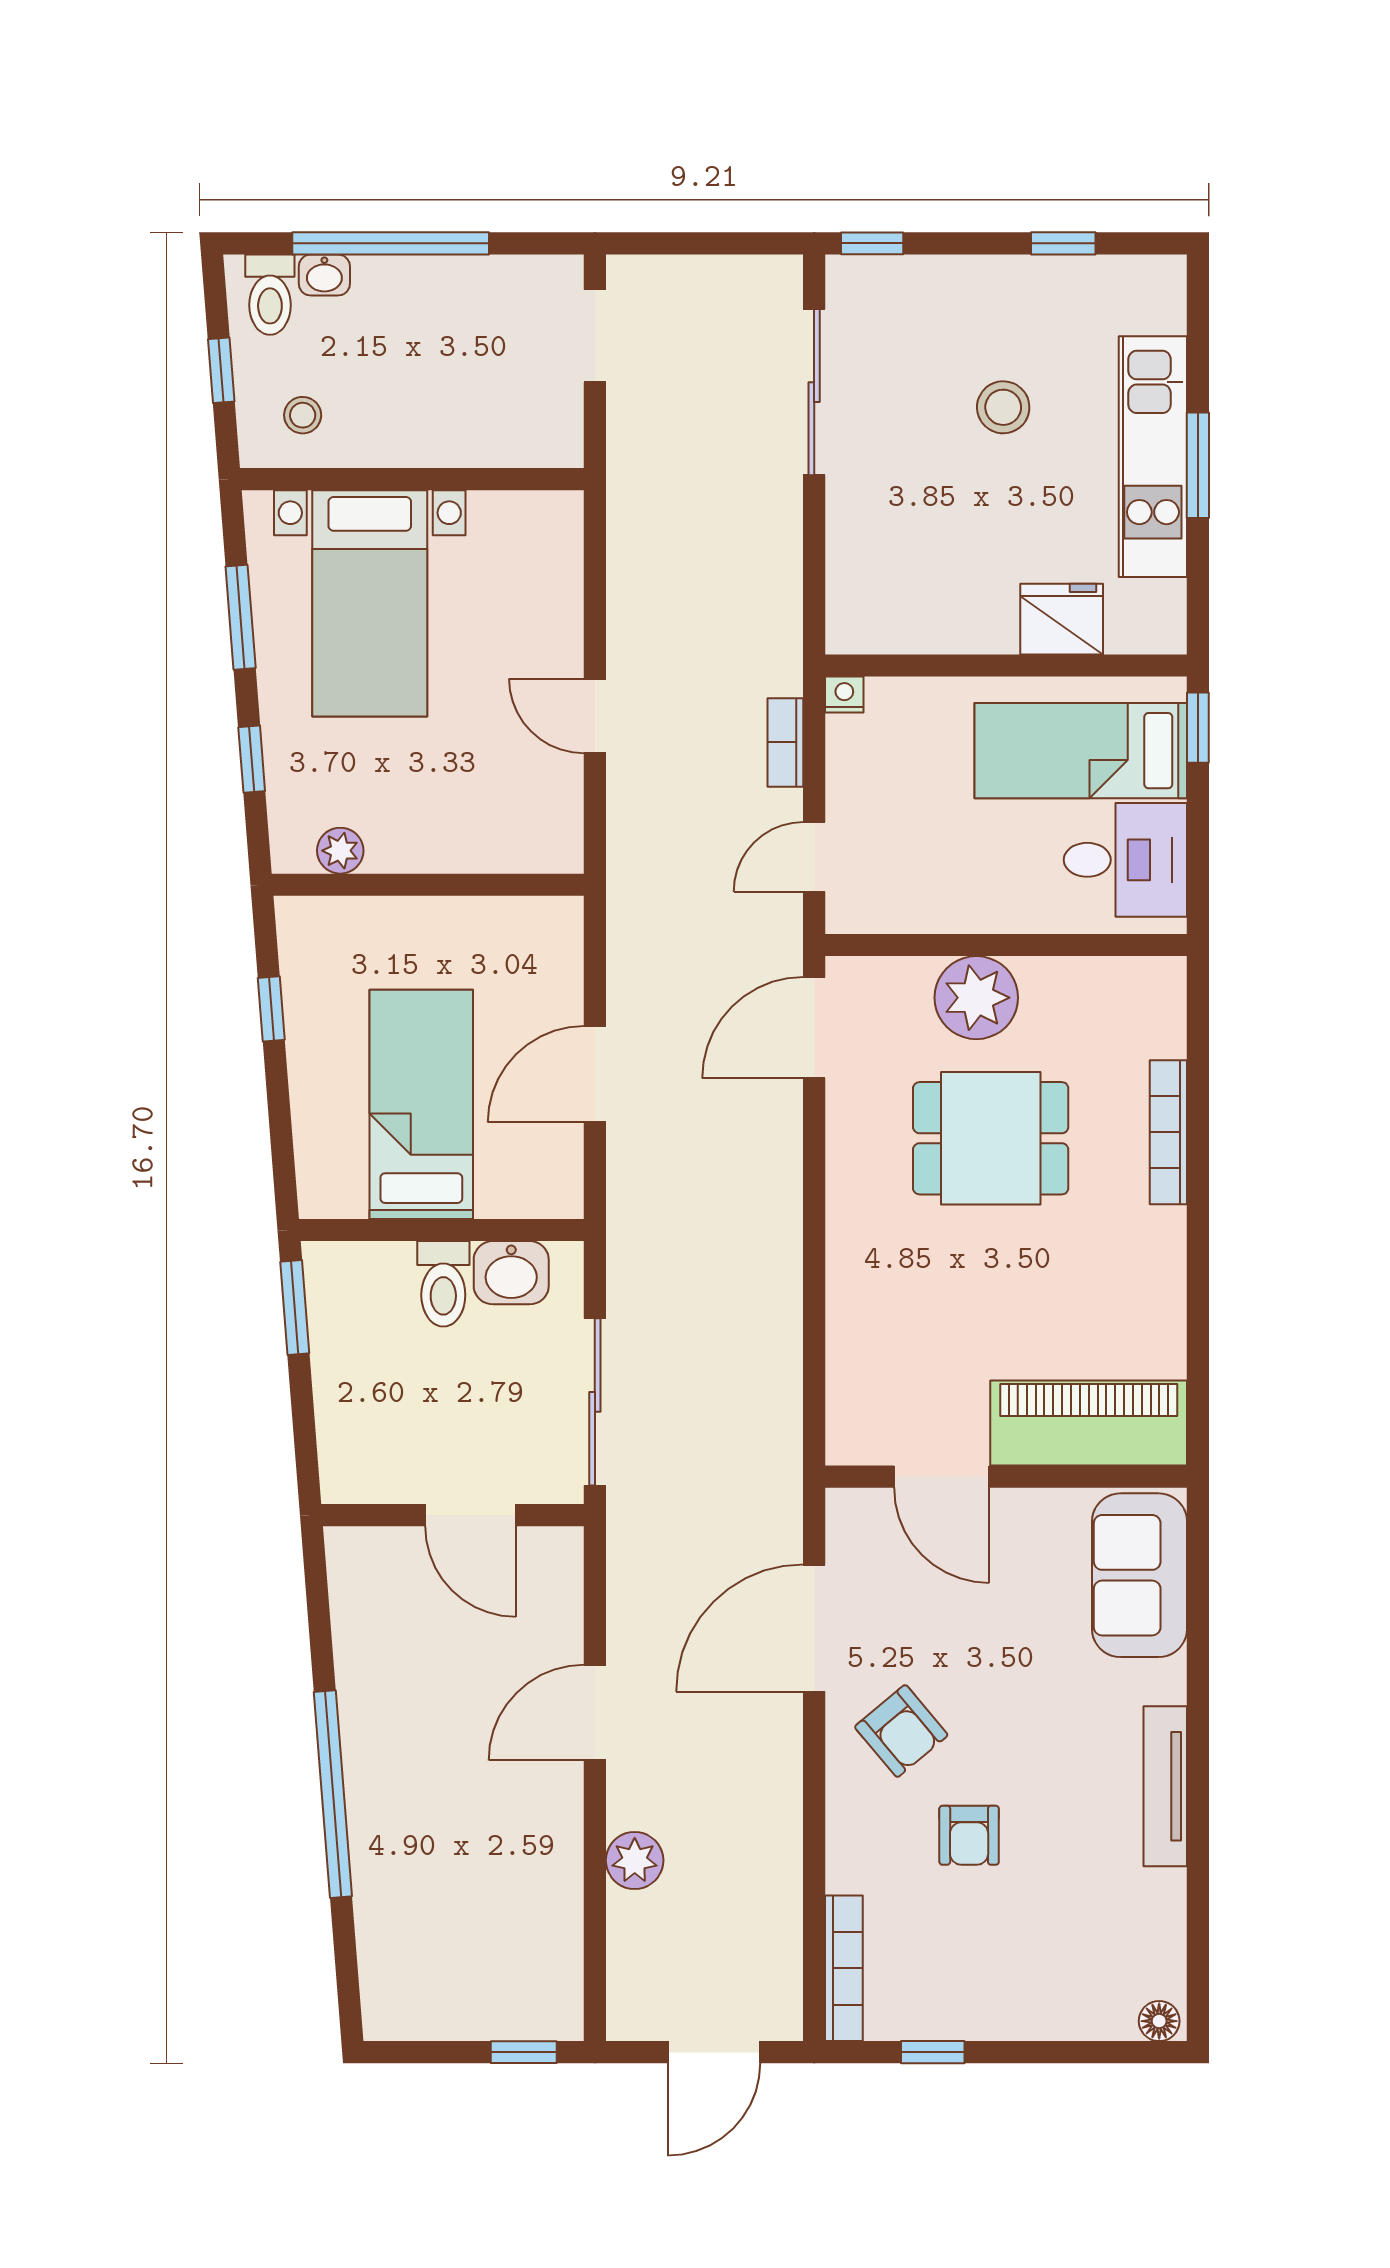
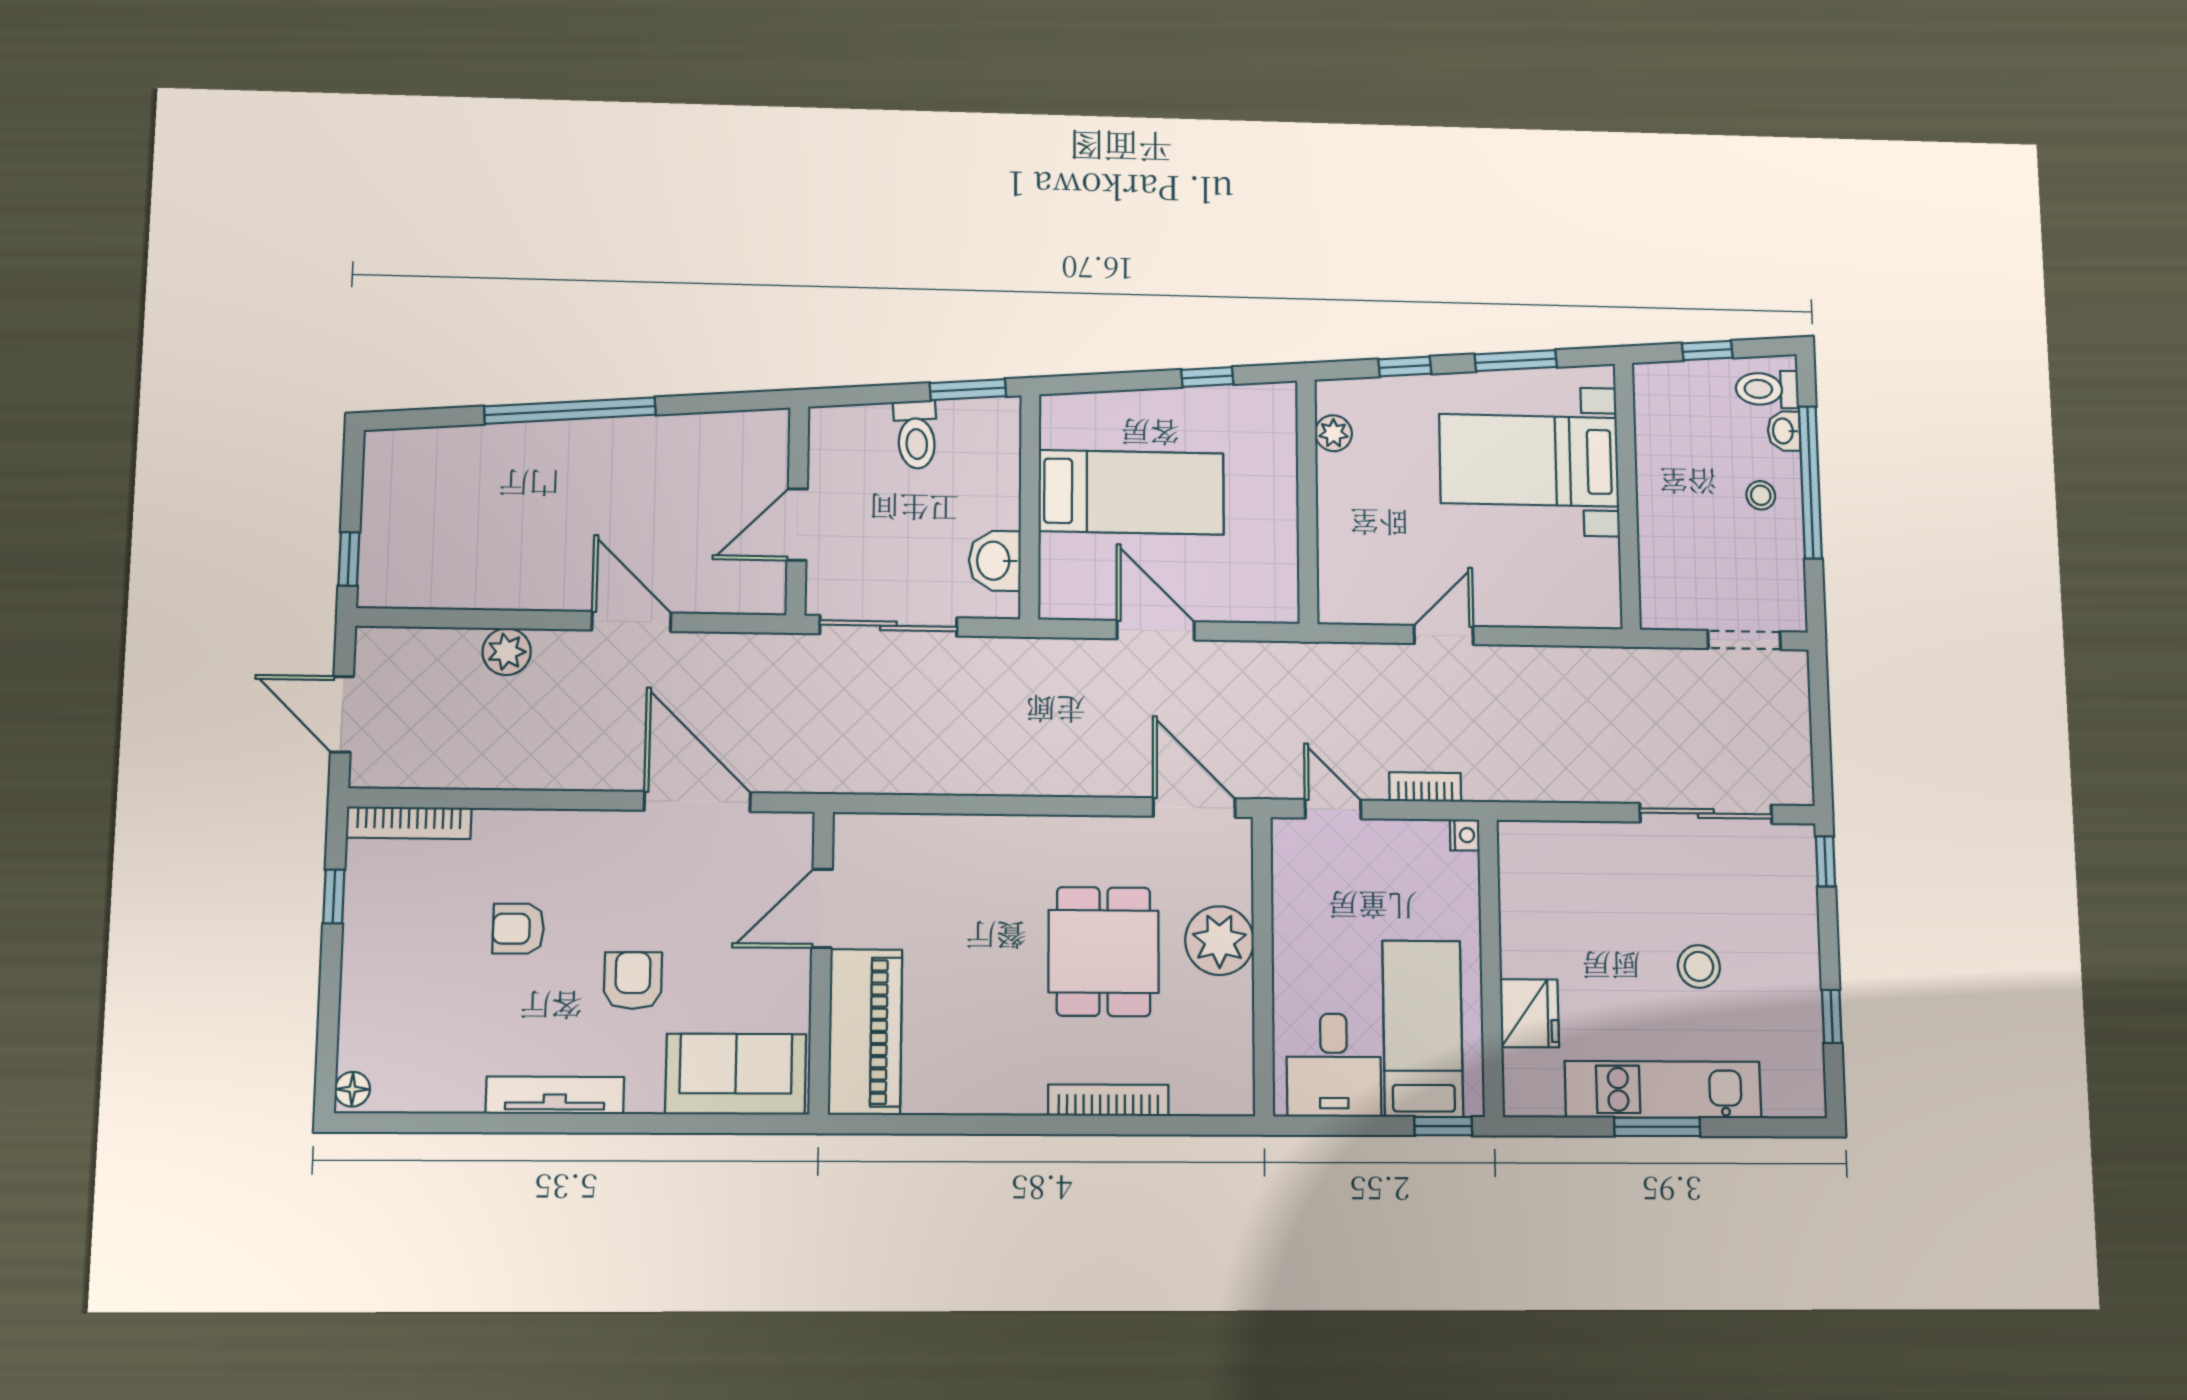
stool: (303, 415) -> (1761, 495), moved
toilet: (443, 1284) -> (916, 435), moved, turned -94
armchair: (901, 1731) -> (633, 981), moved, turned 130

